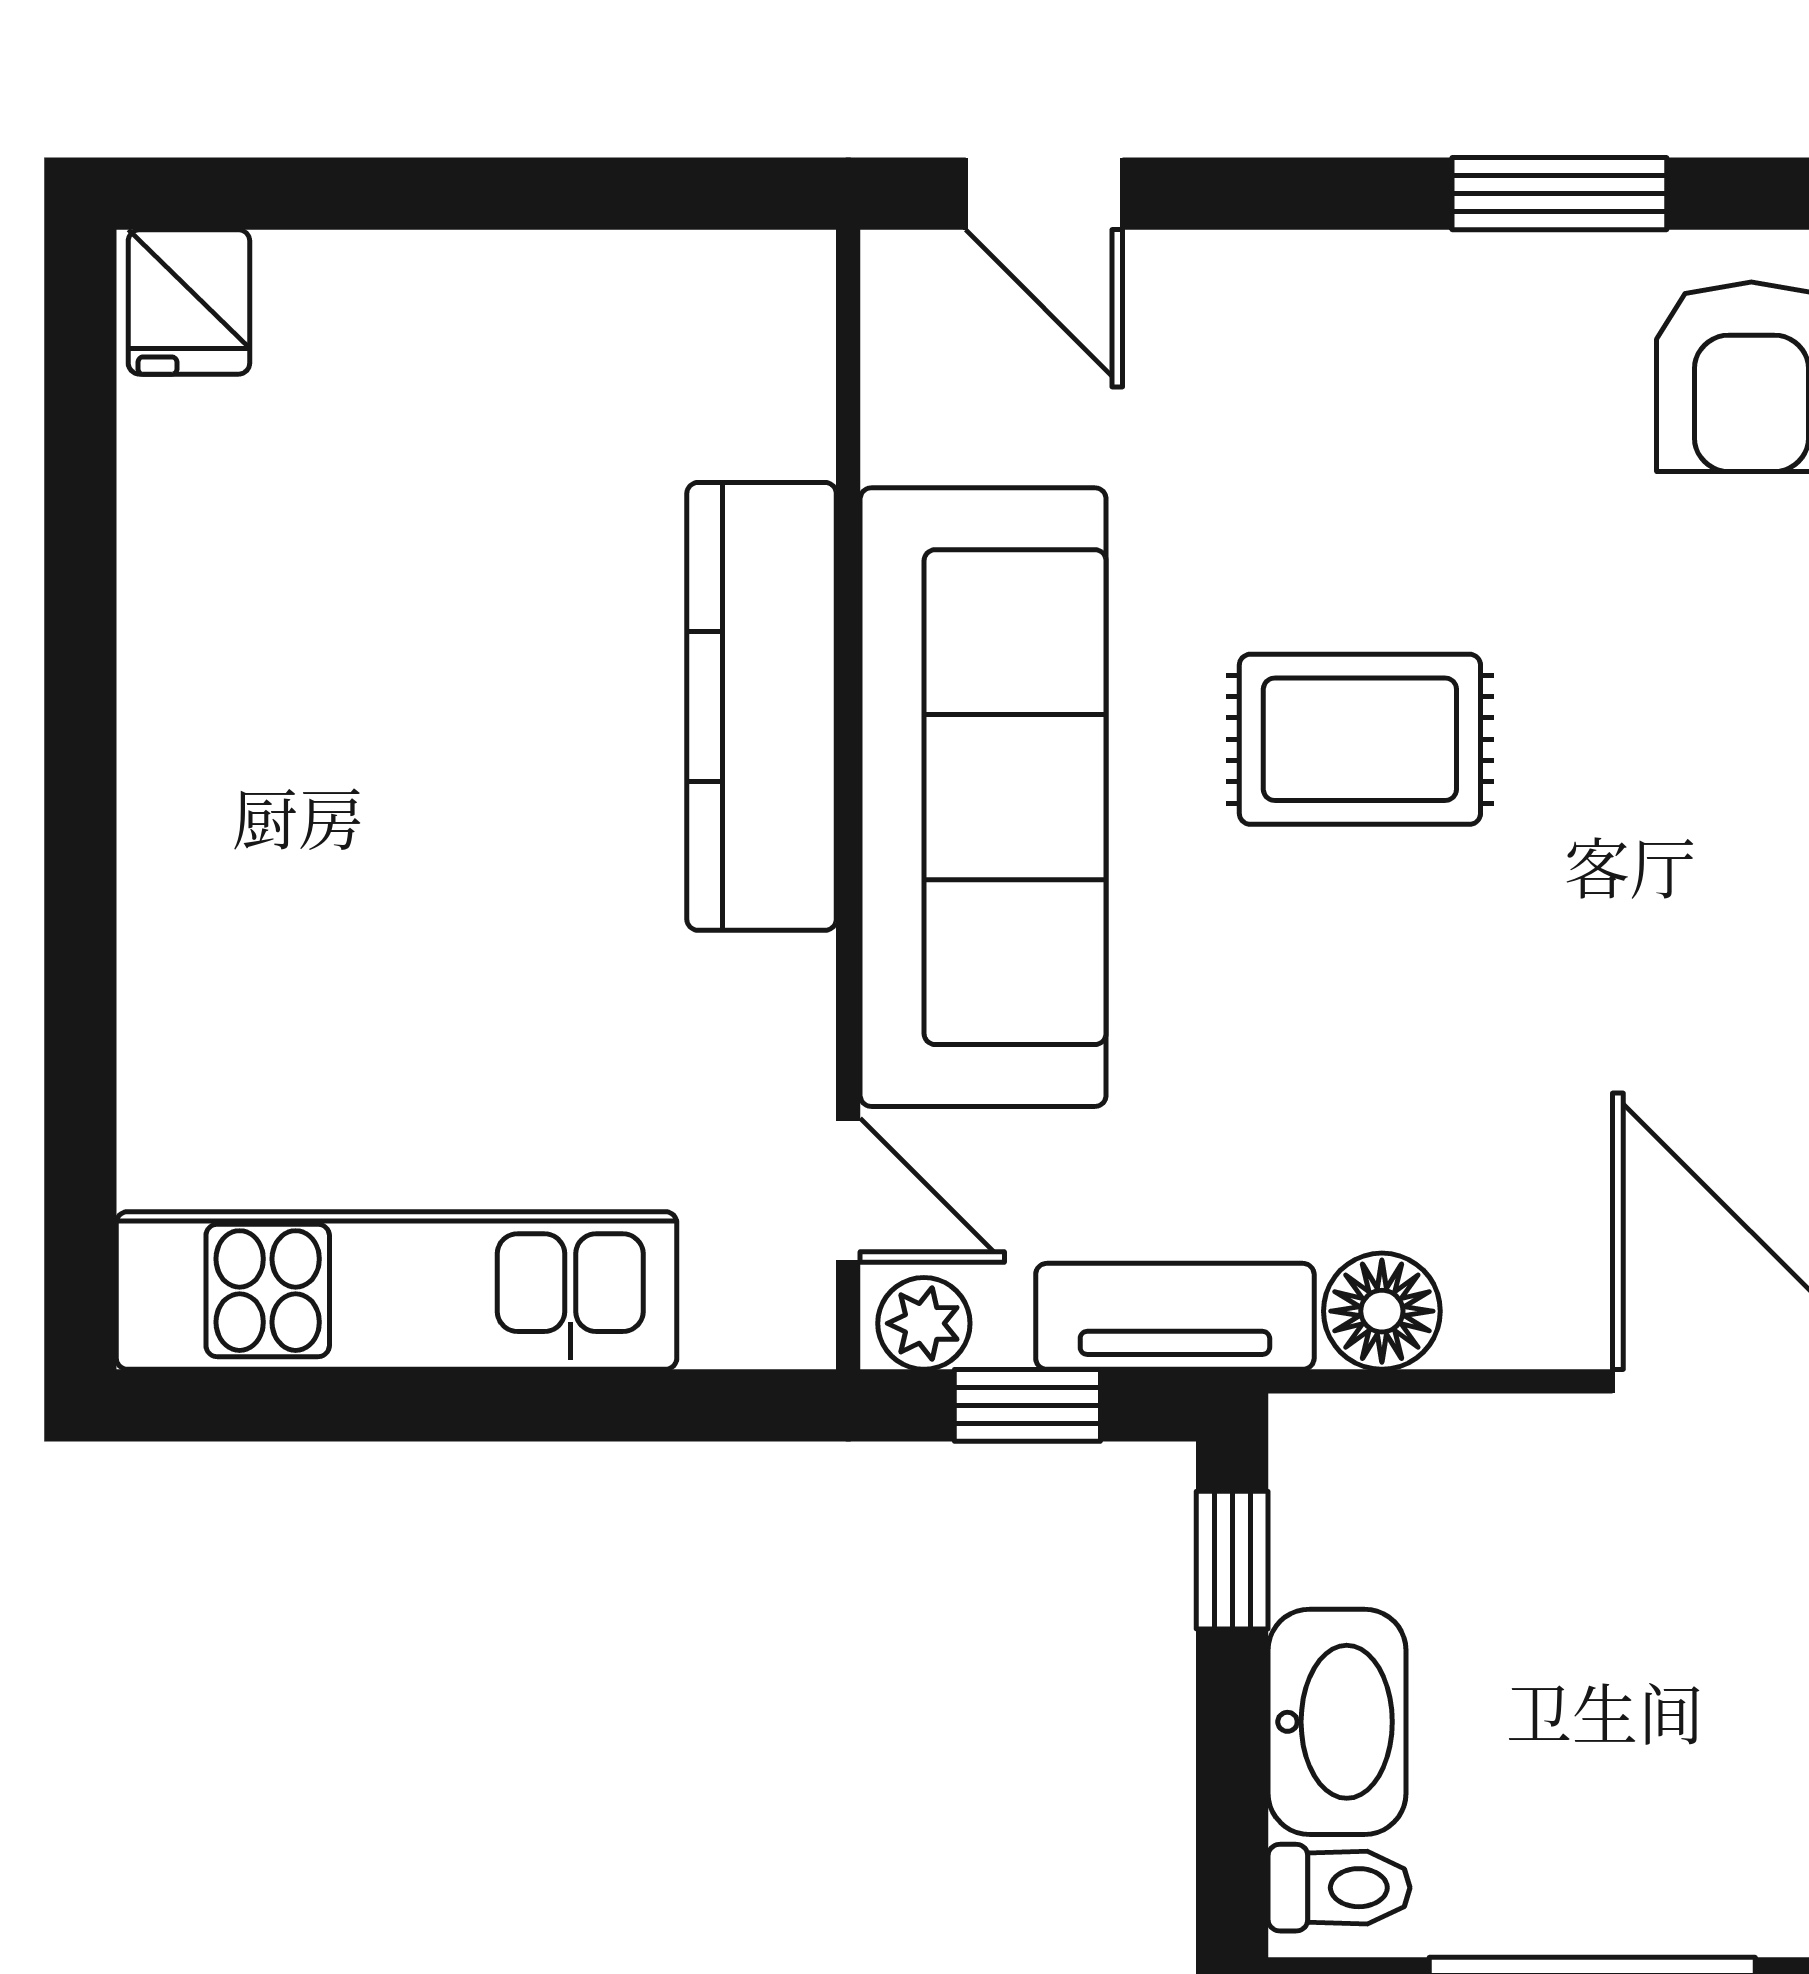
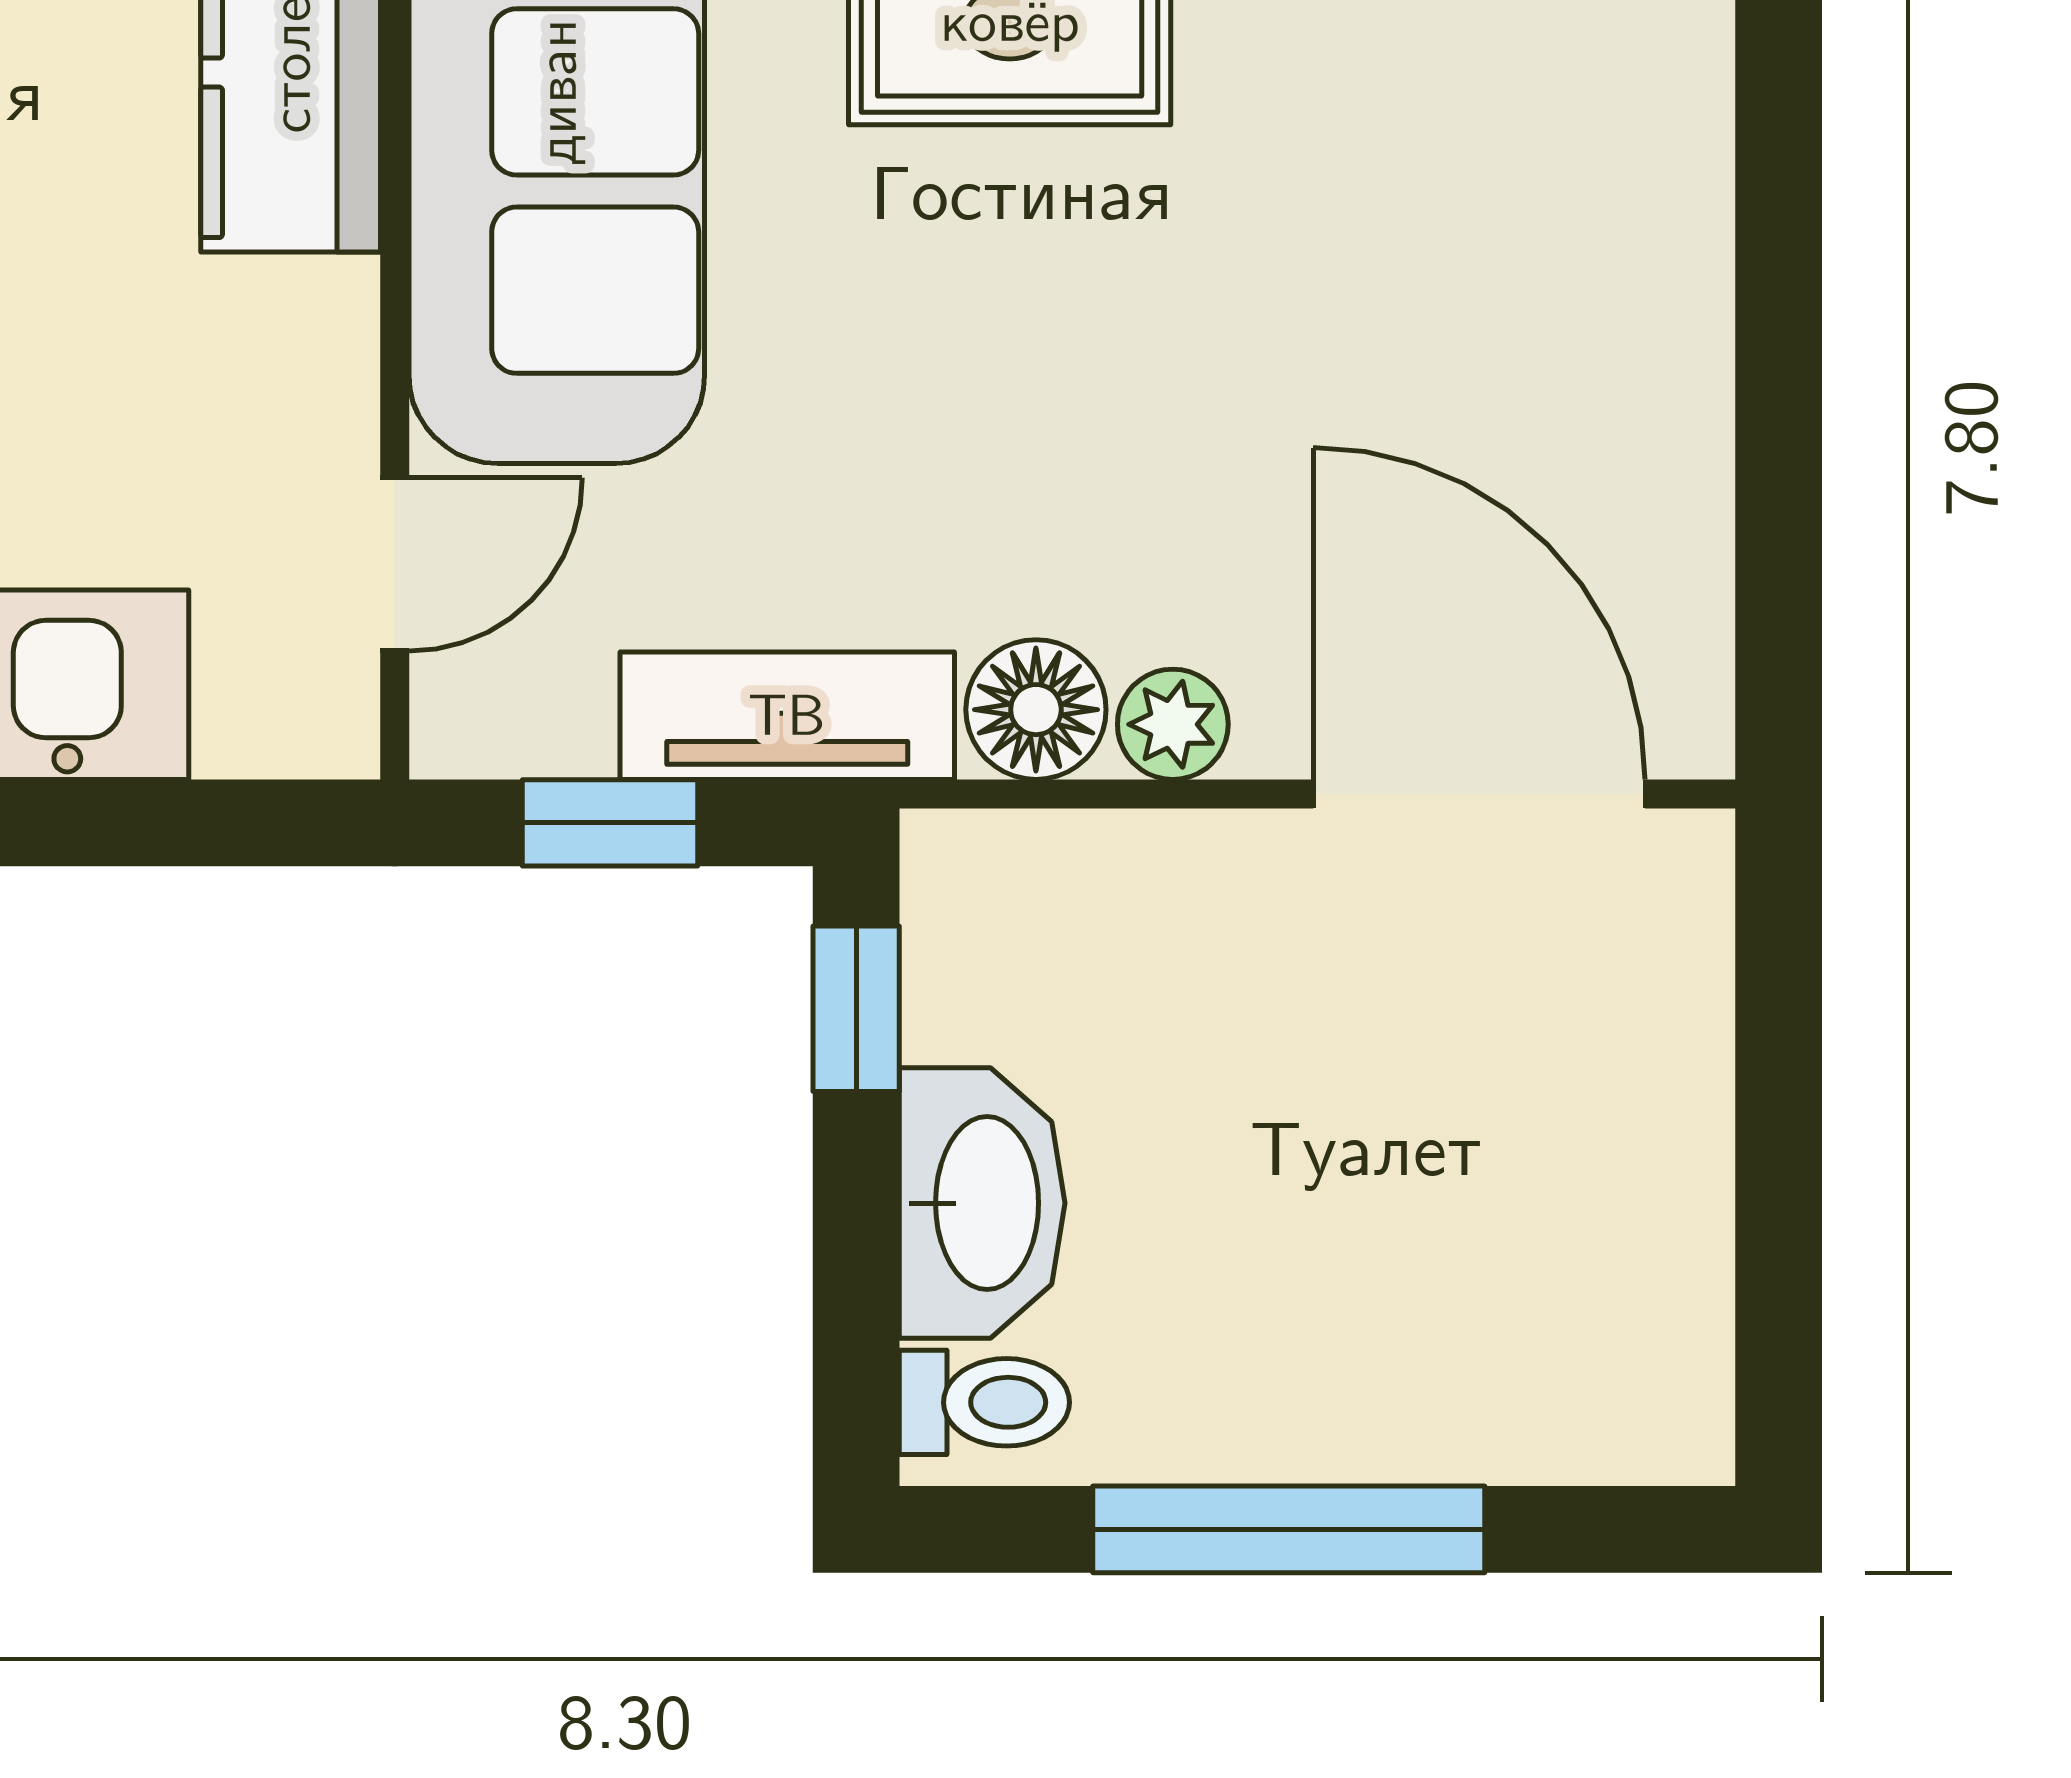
door: (848, 1190) -> (395, 564), hinge flipped
plant: (924, 1323) -> (1173, 724), moved

